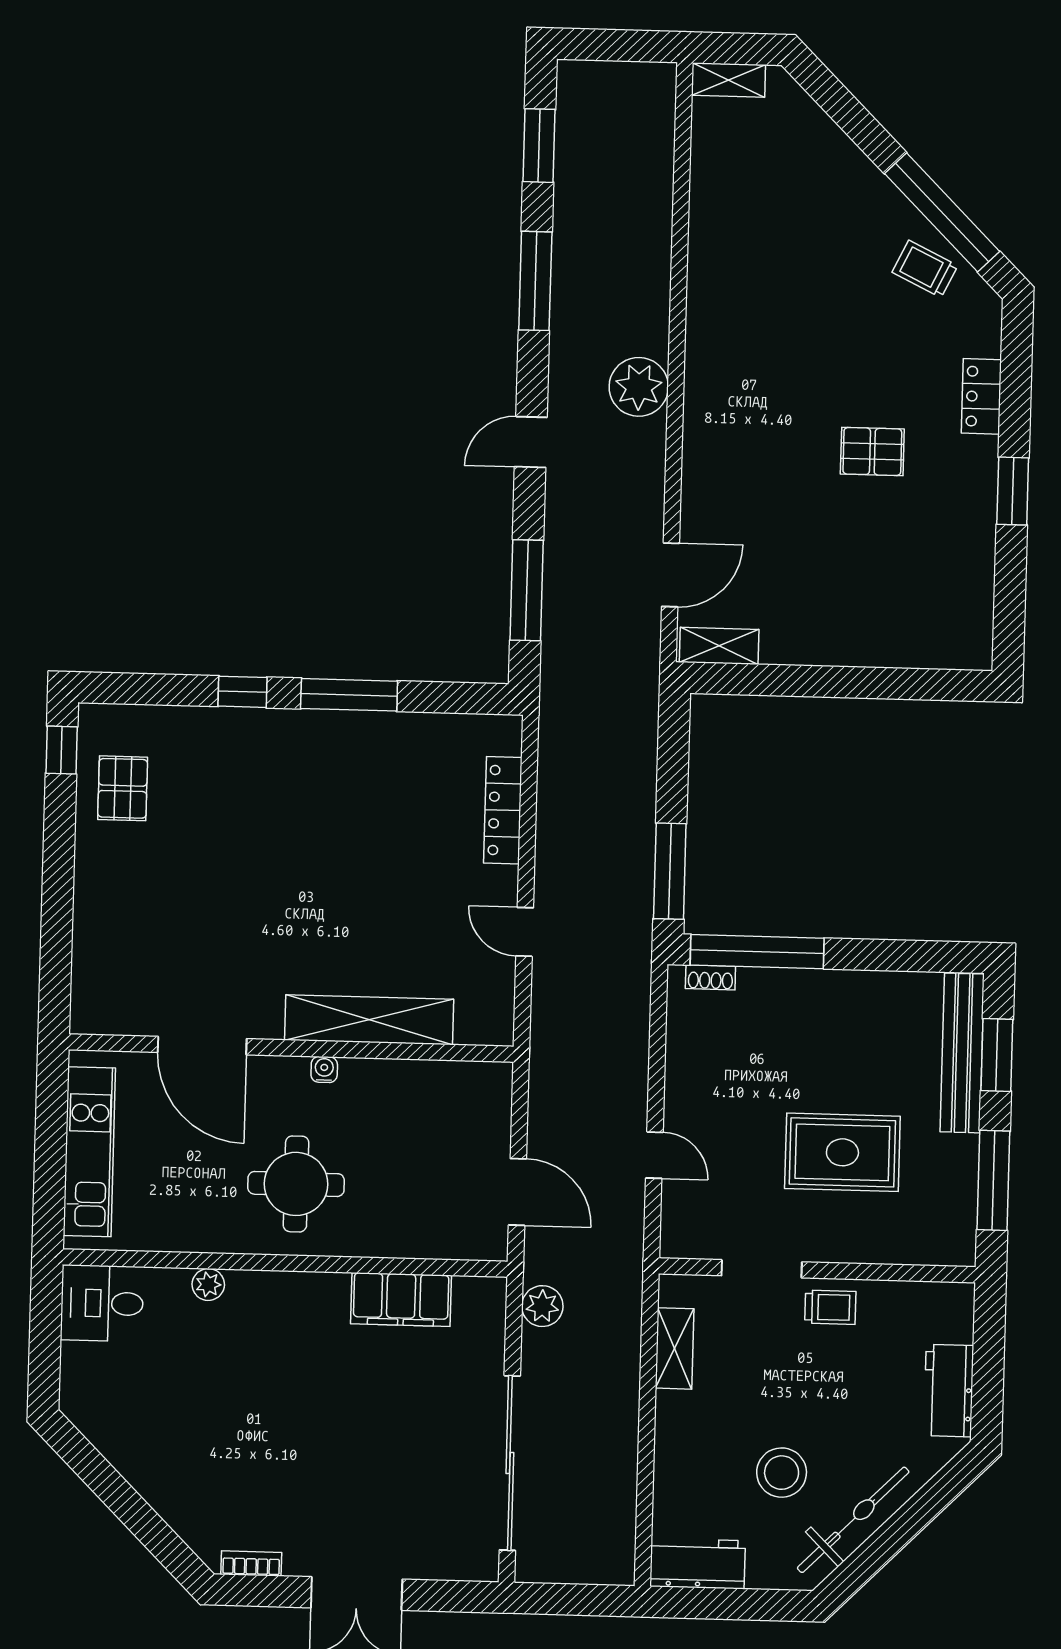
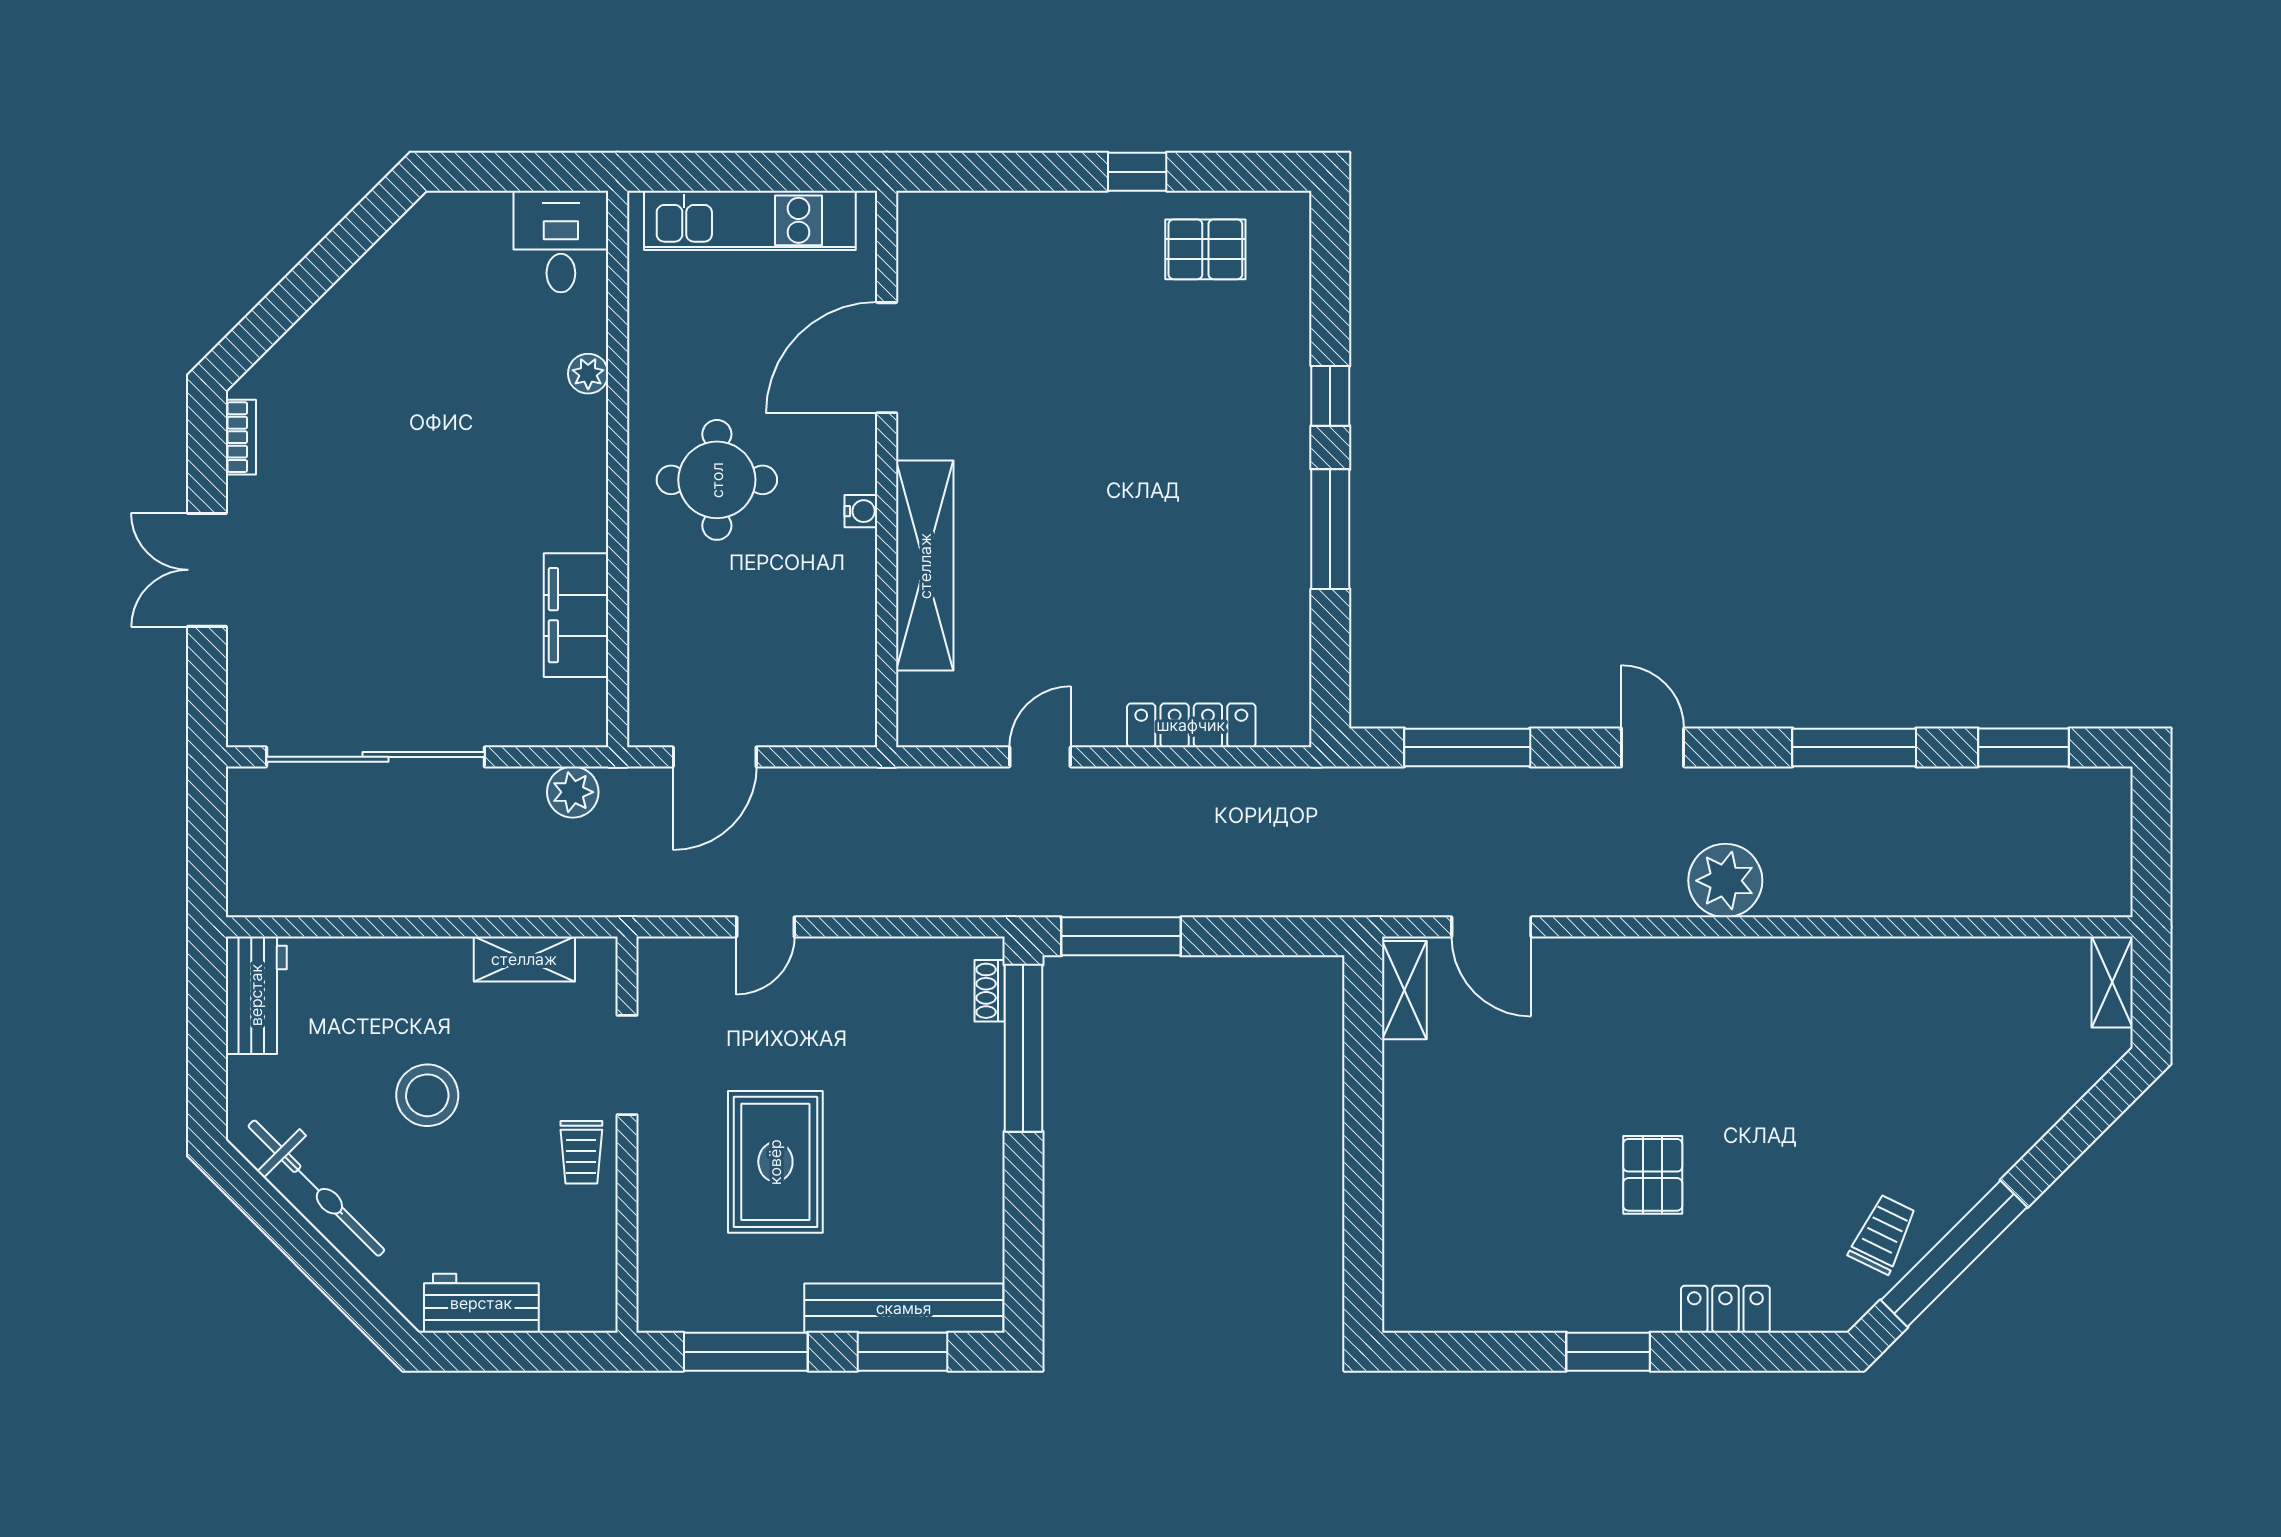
window: (62, 750) -> (1137, 172), moved
stool: (782, 1473) -> (427, 1095), moved

